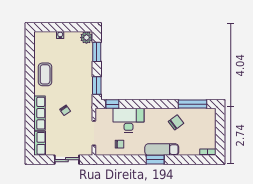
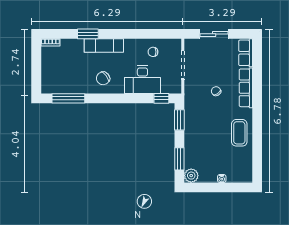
chair: (176, 122) -> (103, 78), moved
window: (155, 160) -> (88, 34), moved

